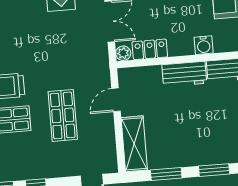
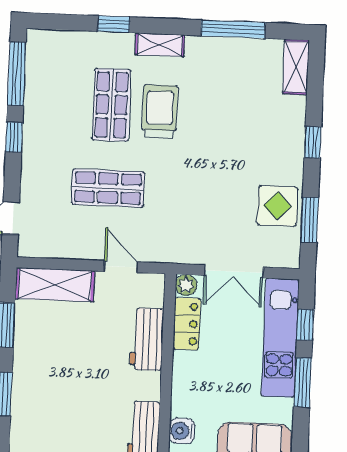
water cooler: (204, 45) -> (182, 431), moved
workbench: (184, 74) -> (147, 339), moved

